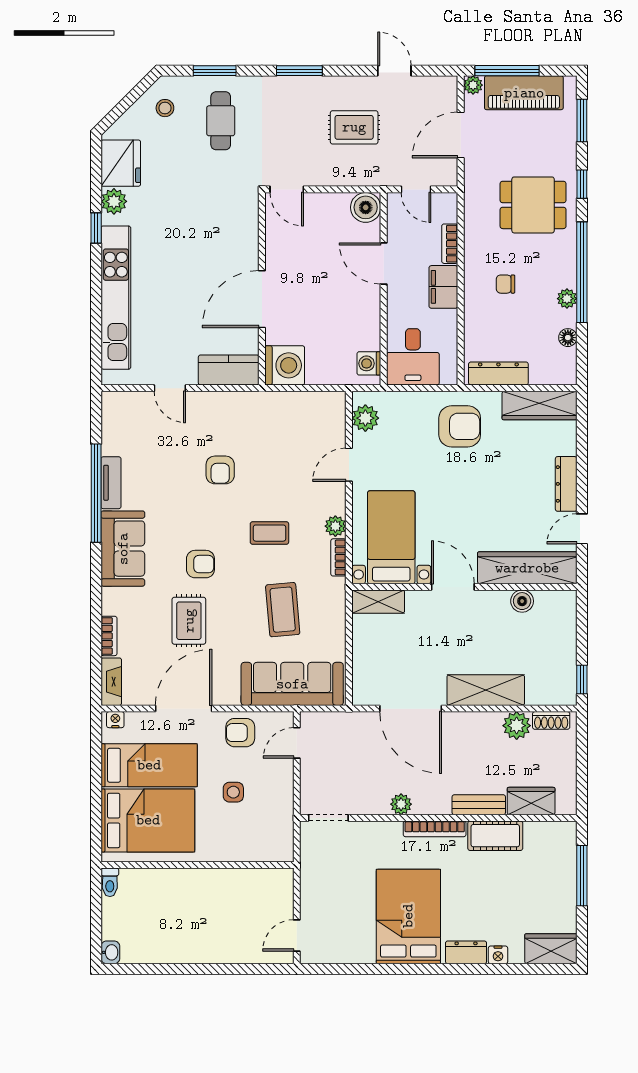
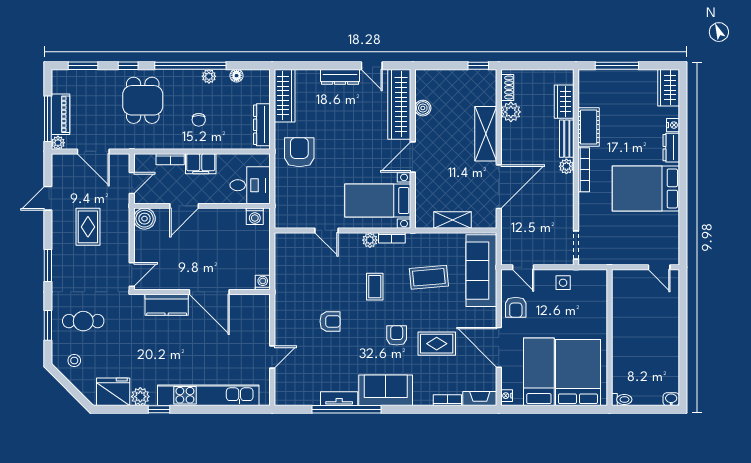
piano: (524, 93) -> (60, 114), width x0.73, depth x0.75
washing machine: (285, 365) -> (263, 282), width x0.53, depth x0.53
kitchen counter: (229, 370) -> (167, 305), moved, turned -90
plant: (365, 418) -> (293, 219), removed
shelving: (378, 602) -> (452, 220), moved, turned 90
side table: (233, 792) -> (563, 283), moved
plant: (401, 804) -> (566, 166), moved

